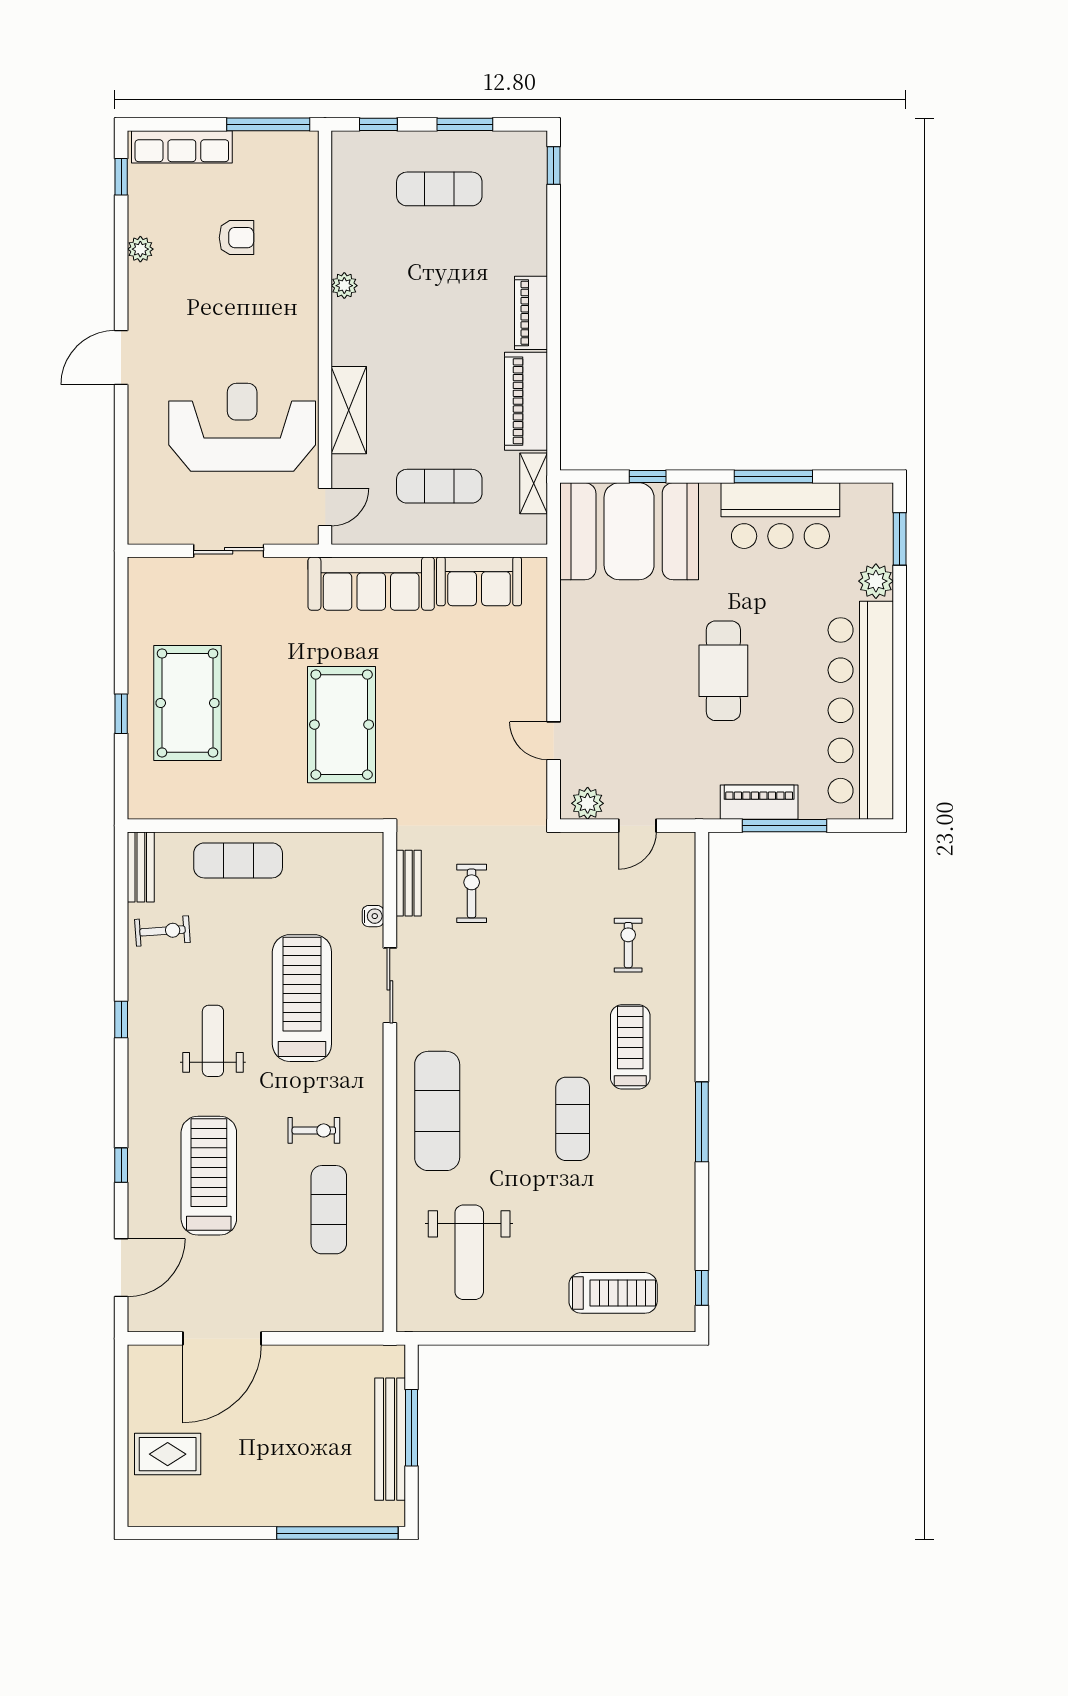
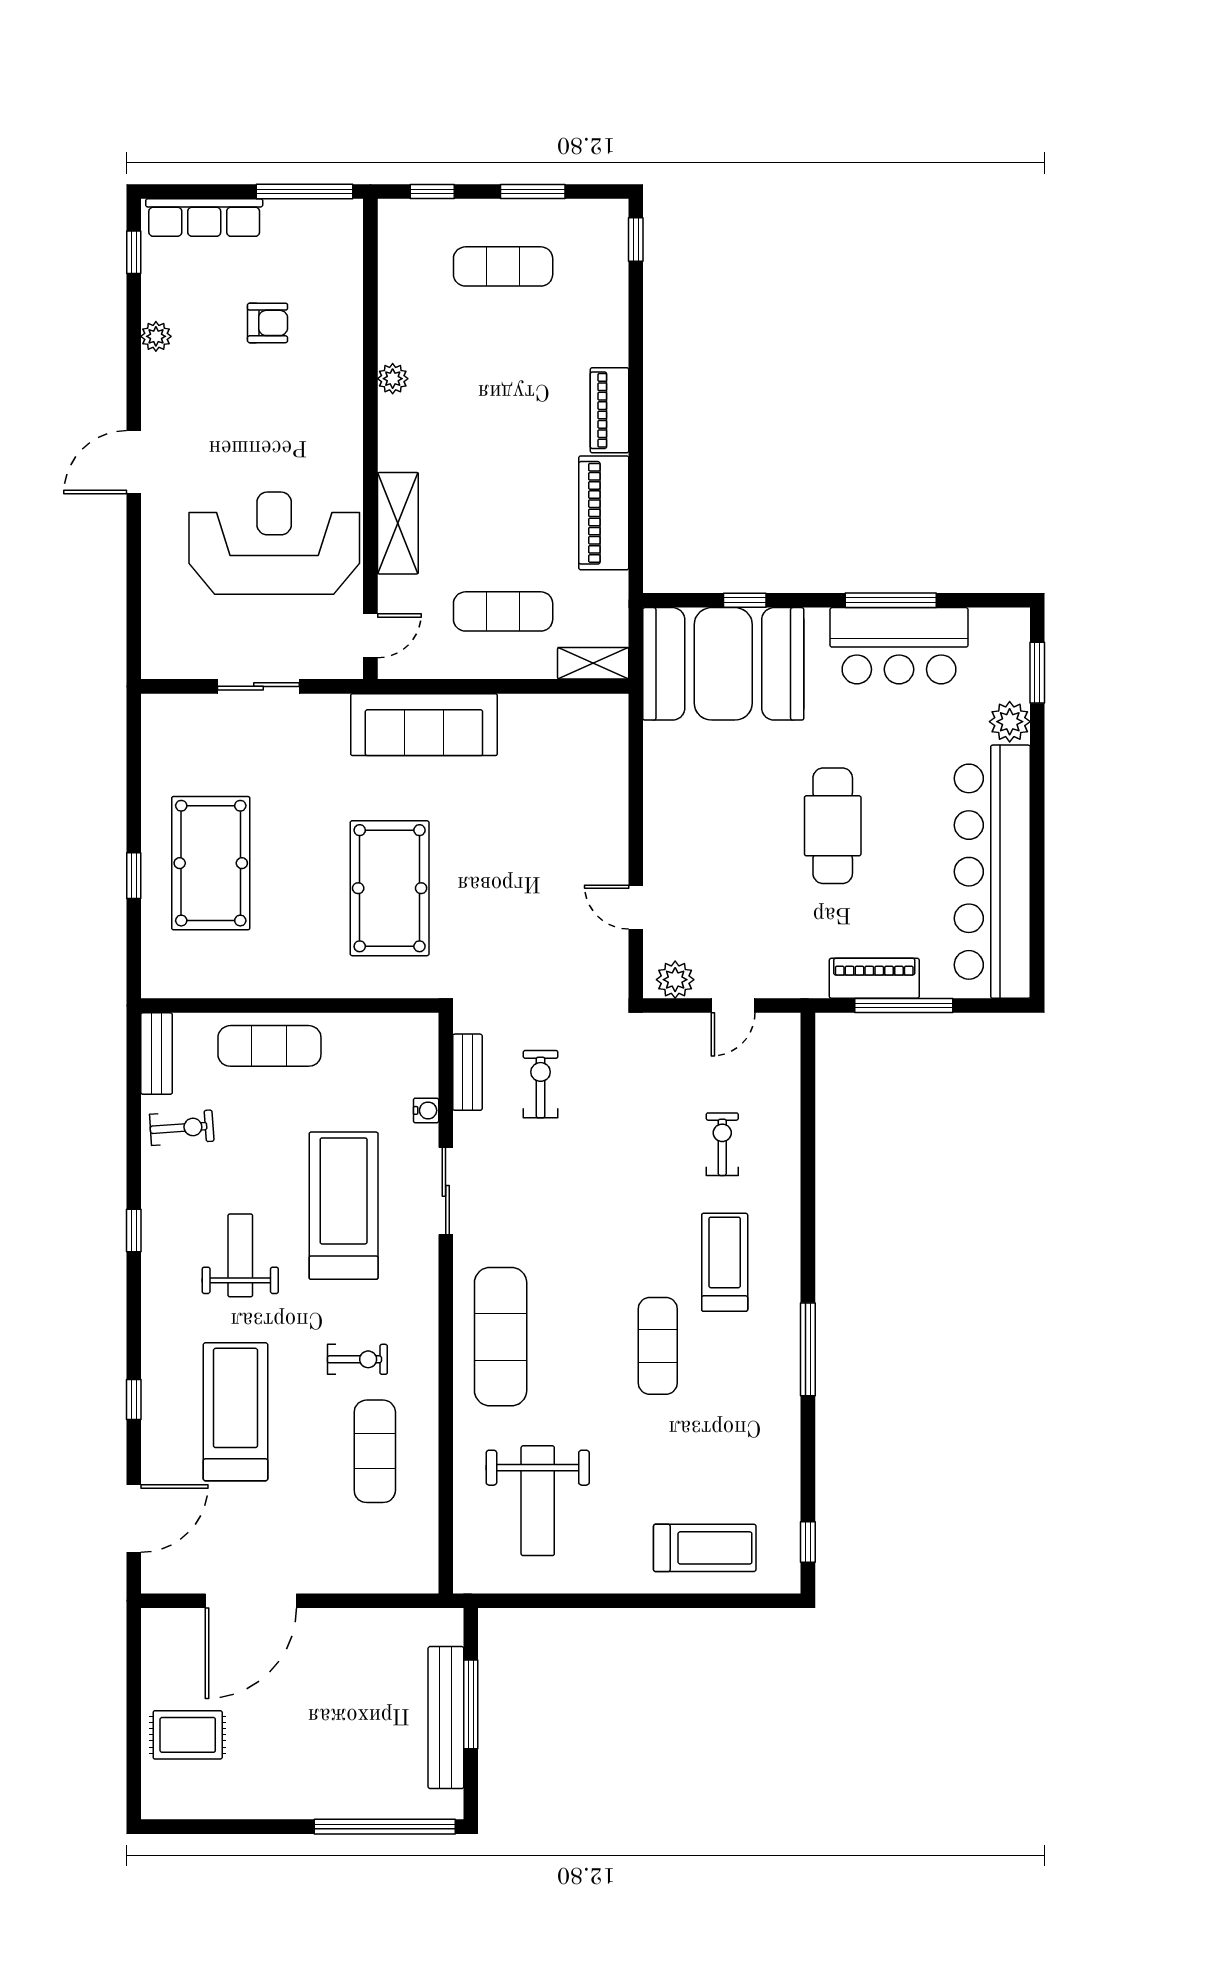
shelving: (534, 483) -> (593, 663), moved, turned 90
sofa: (479, 581) -> (549, 722), removed

